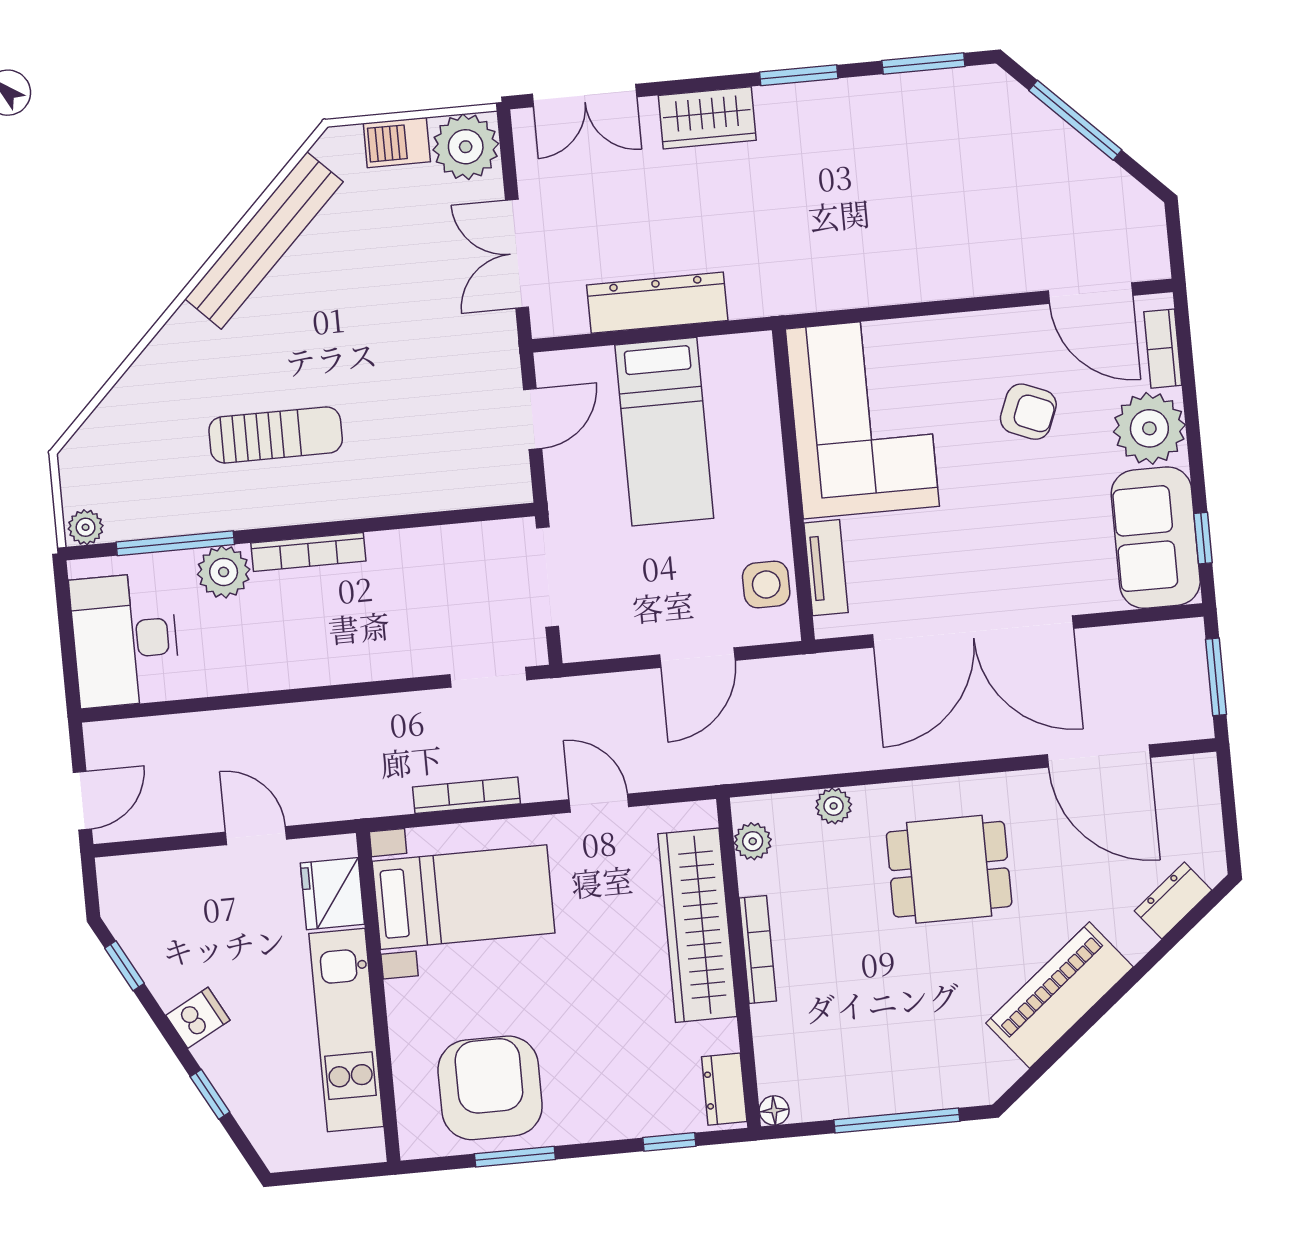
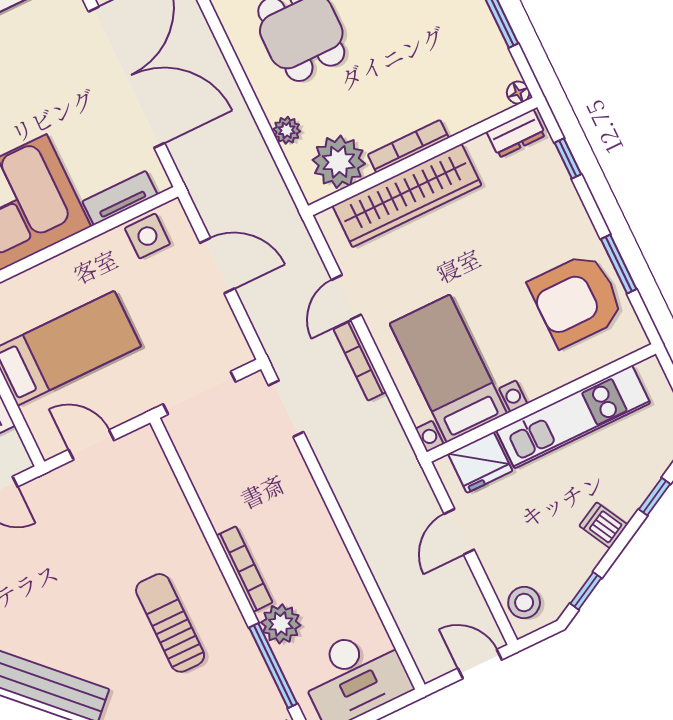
bookcase: (466, 795) -> (360, 361), moved
plant: (753, 841) -> (339, 162), width x1.87, depth x1.87
stool: (138, 884) -> (524, 603), added

